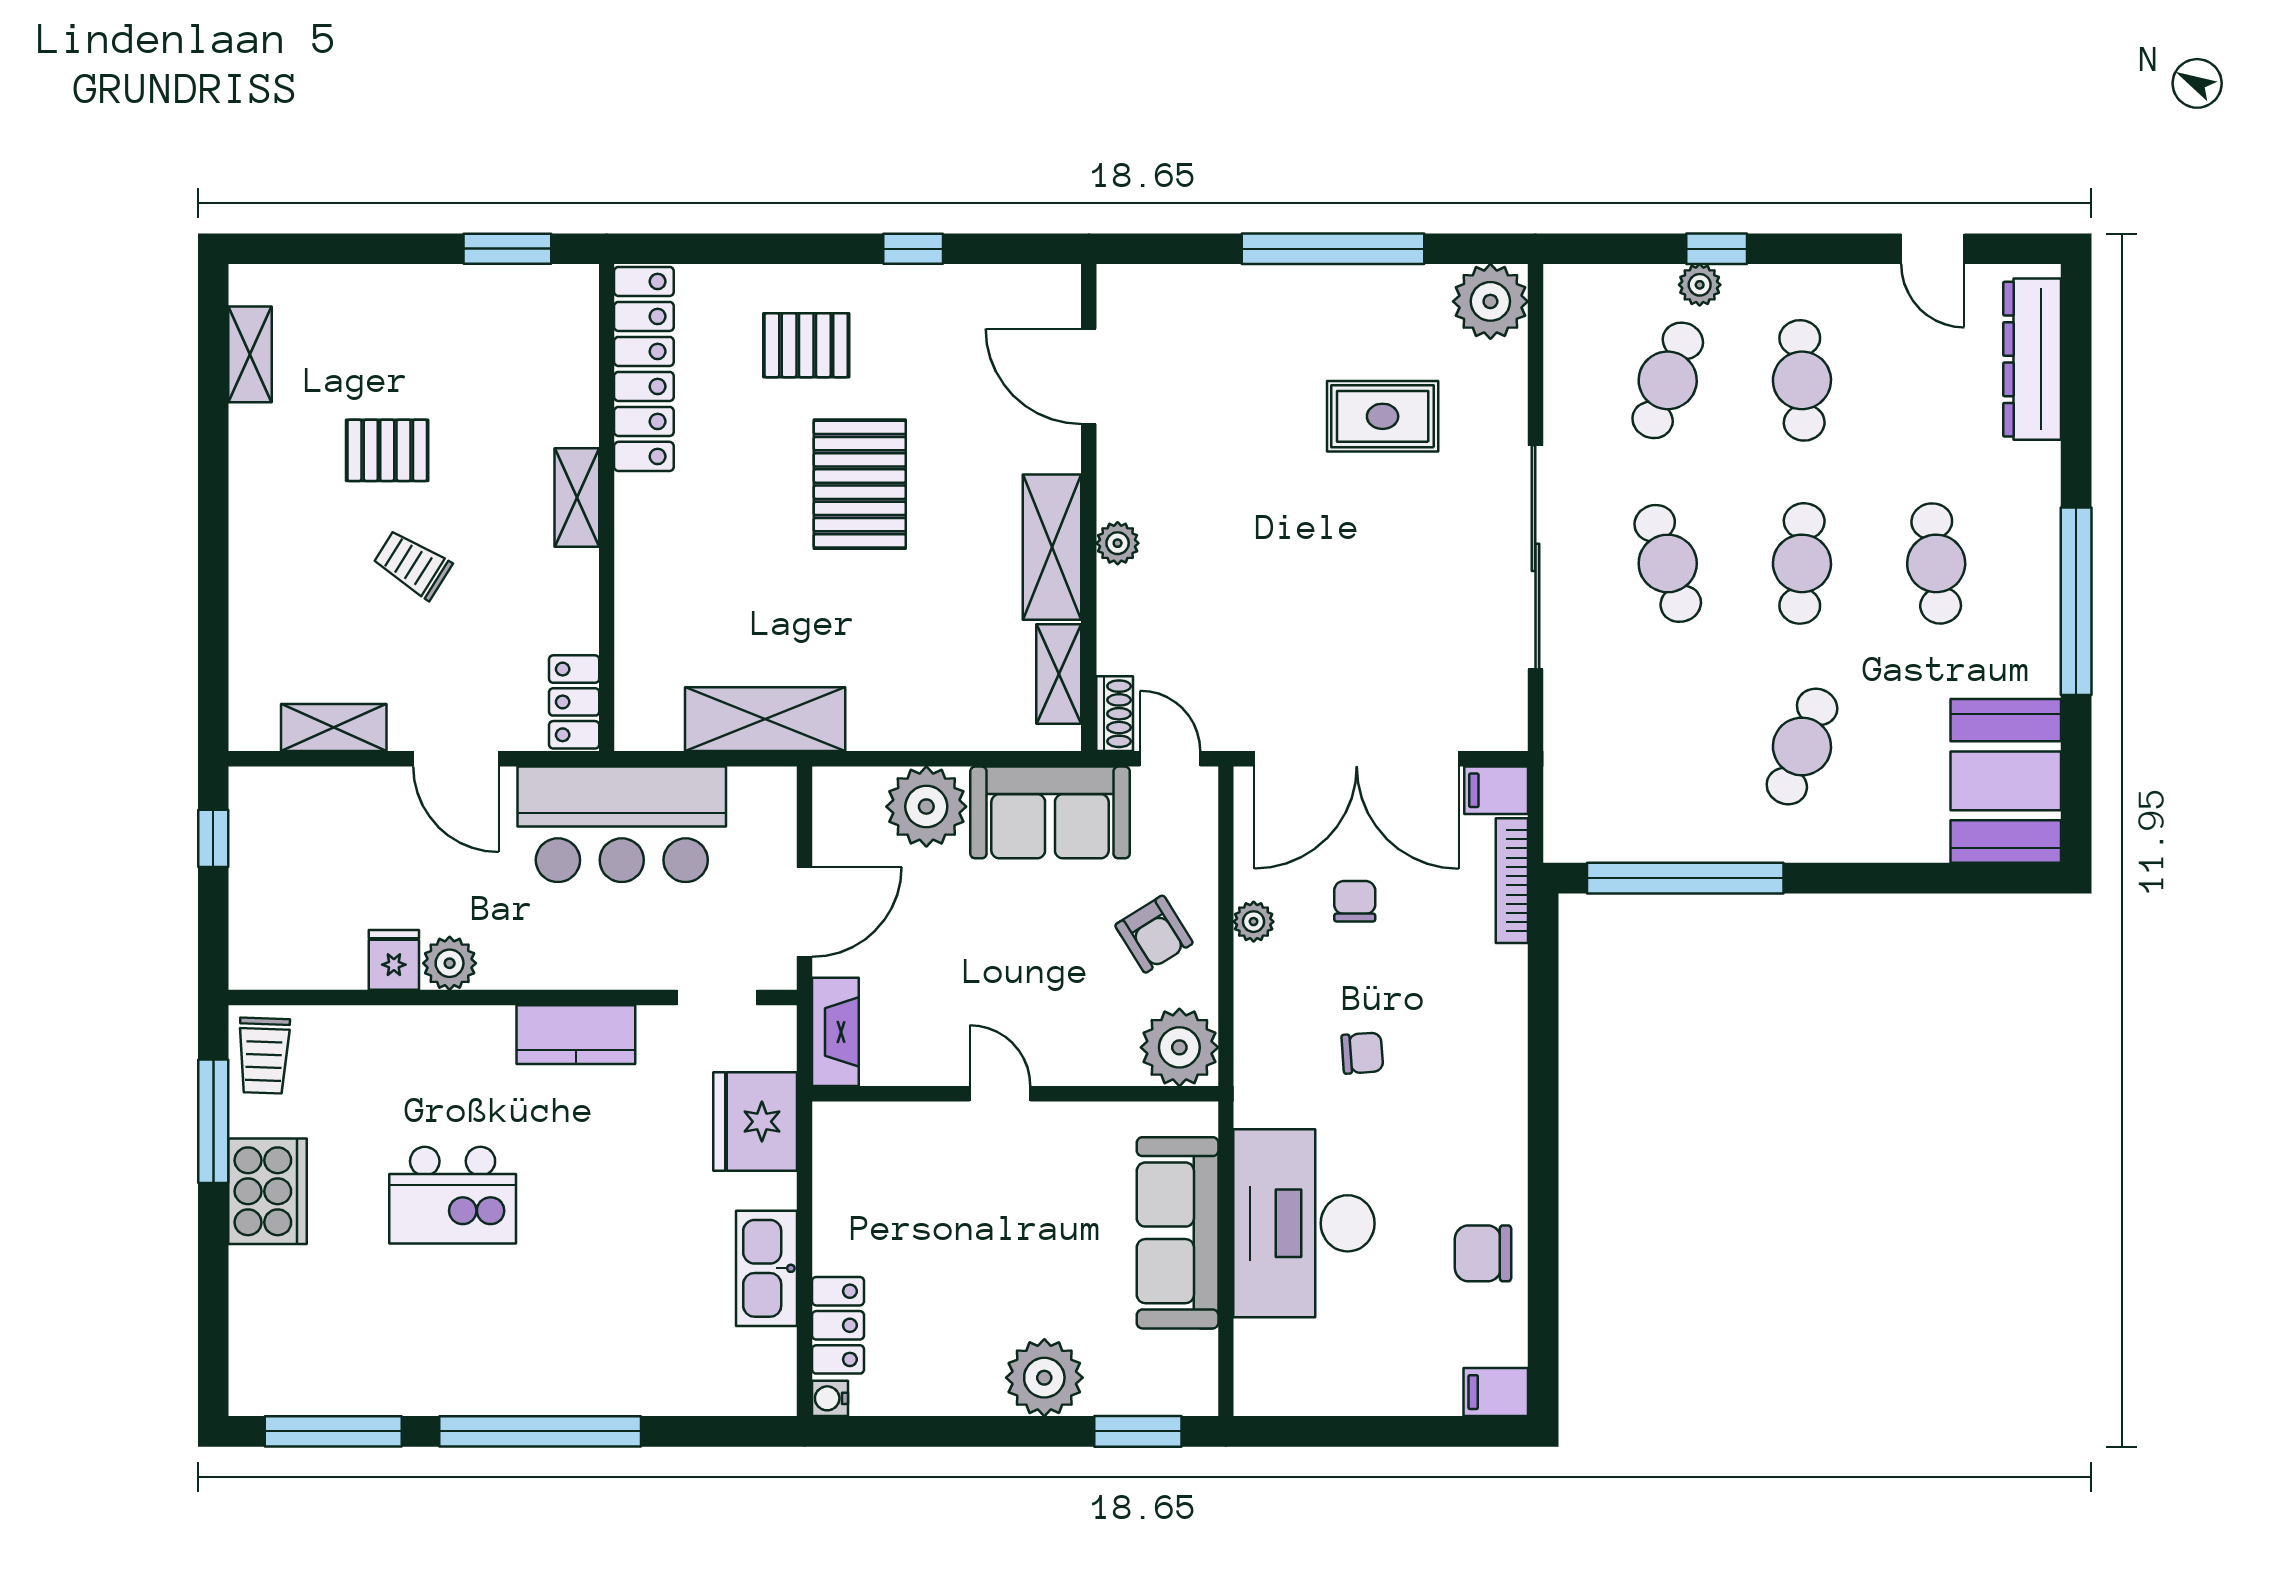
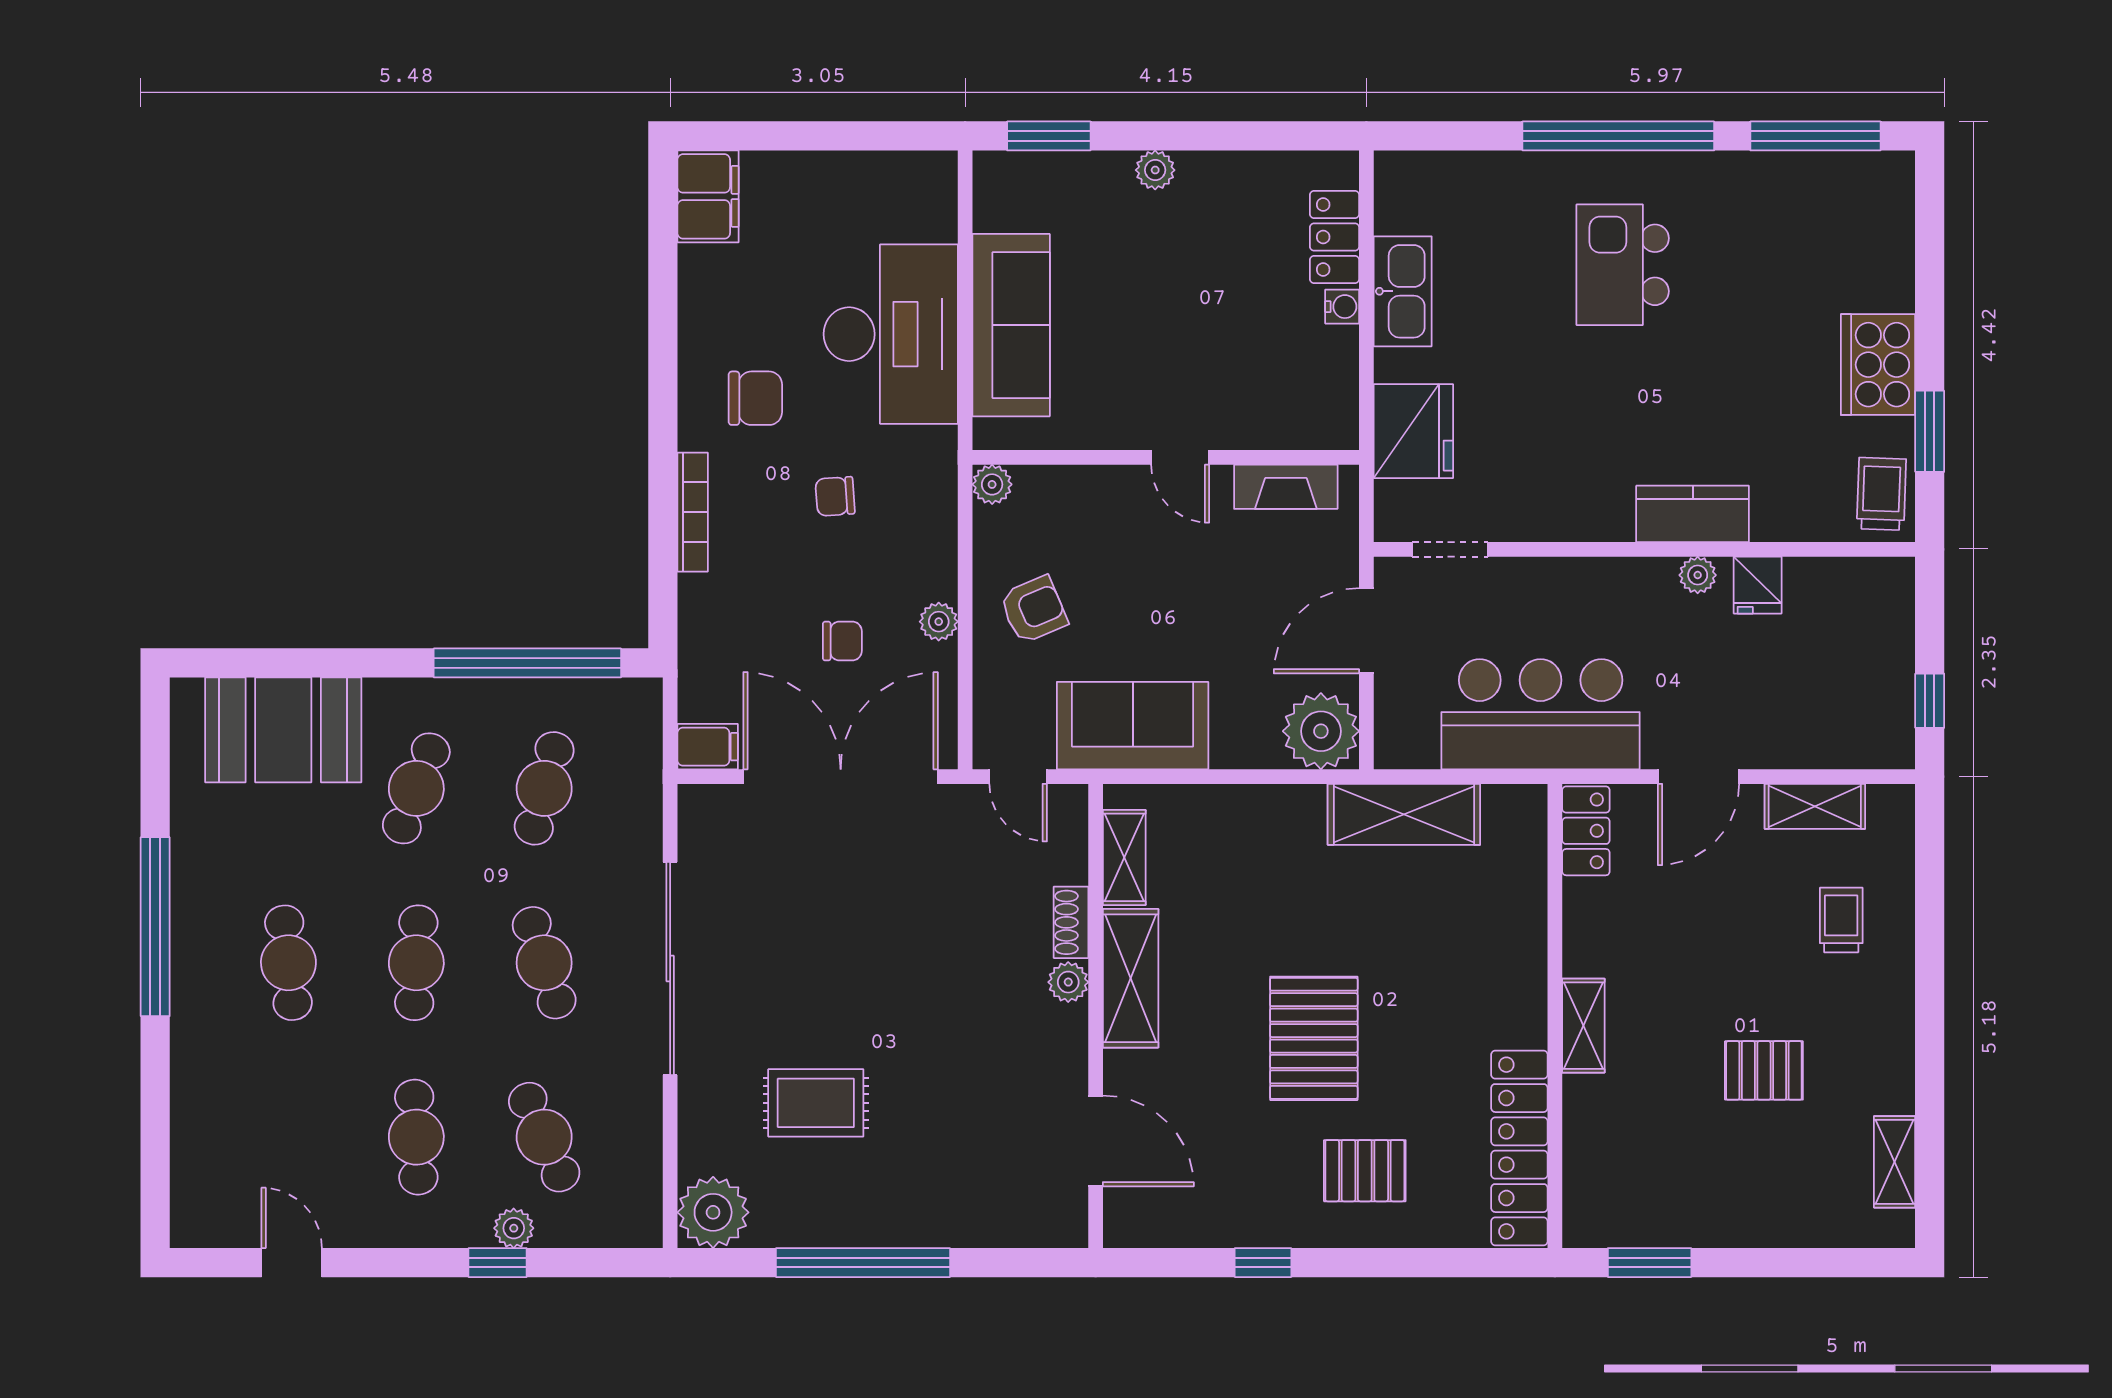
dresser: (2032, 359) -> (197, 1157), removed
cafe table: (1668, 380) -> (544, 1137), turned -45
trolley: (412, 564) -> (1841, 920), moved, turned -122
shoe rack: (1115, 714) -> (1071, 922), moved
cafe table: (1668, 746) -> (544, 788), added
door: (456, 759) -> (1699, 777), swing flipped
booth: (2006, 781) -> (283, 730), moved, turned 90
plant: (926, 807) -> (1321, 731), moved
bookcase: (1512, 881) -> (693, 512), moved
chair: (1355, 901) -> (842, 641), turned -90
armchair: (1154, 934) -> (1034, 610), turned 99
plant: (450, 963) -> (1698, 575), width x0.73, depth x0.73
fireplace: (835, 1032) -> (1286, 487), moved, turned -90
kitchen counter: (576, 1035) -> (1693, 514), moved
plant: (1179, 1047) -> (992, 484), width x0.53, depth x0.53
window: (213, 1121) -> (1930, 431), width x0.69
kitchen island: (453, 1195) -> (1623, 265), moved, turned -90
chair: (1483, 1253) -> (755, 398), moved
plant: (1044, 1378) -> (1155, 170), width x0.53, depth x0.53
filing cabinet: (1496, 1392) -> (708, 196), width x2.00
water cooler: (830, 1398) -> (1342, 307), moved

